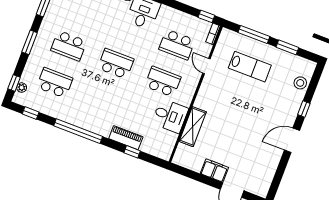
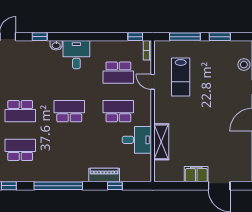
lab bench: (250, 67) -> (181, 77), moved, turned 90

